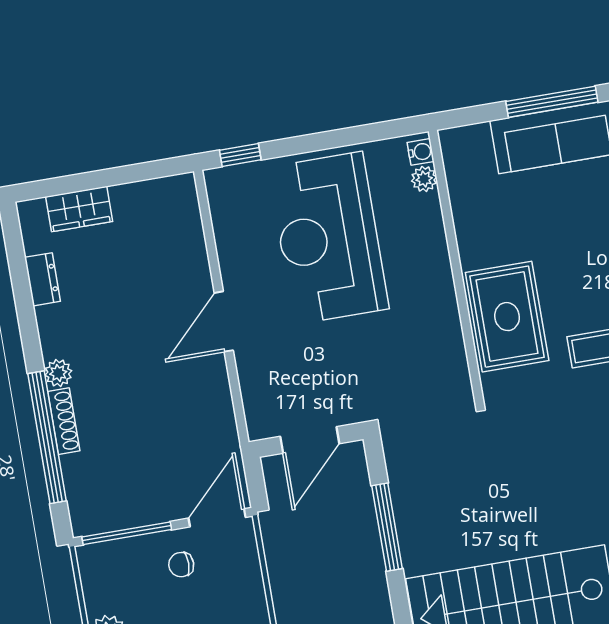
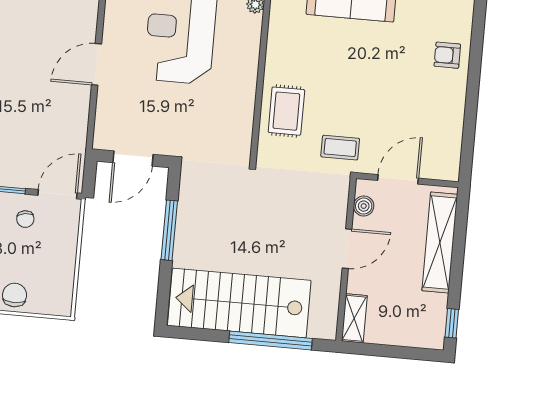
rug: (507, 317) -> (286, 111), width x0.73, depth x0.70
chair: (181, 565) -> (25, 219), turned -99

